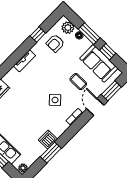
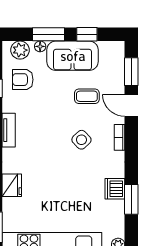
armchair: (55, 43) -> (23, 80), turned 90
sofa: (99, 63) -> (73, 56), moved

